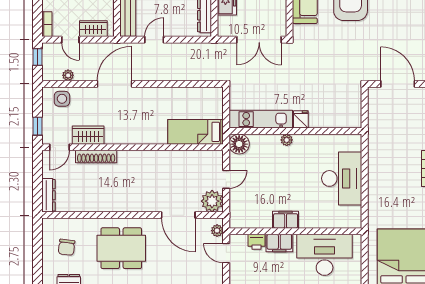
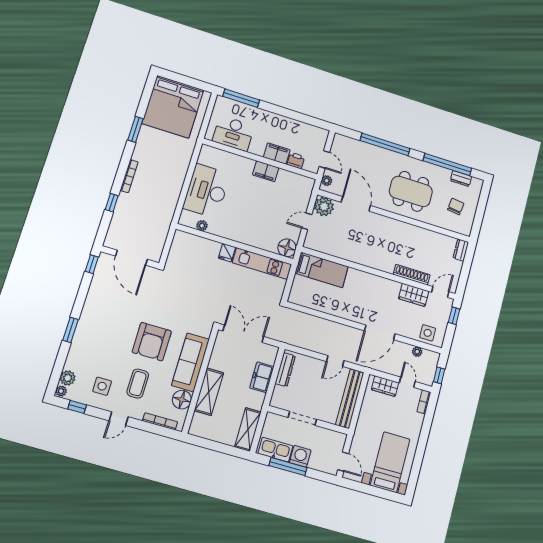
plant: (287, 140) -> (202, 226), moved
dresser: (48, 195) -> (461, 250), width x0.70
desk: (325, 255) -> (233, 133), width x0.73, depth x0.77

